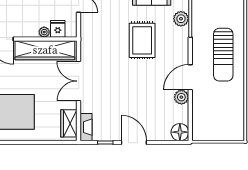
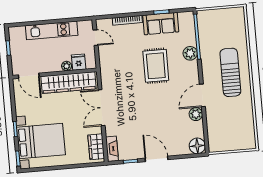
plant: (181, 19) -> (190, 53), moved
sun lounger: (223, 55) -> (230, 72), turned 180

